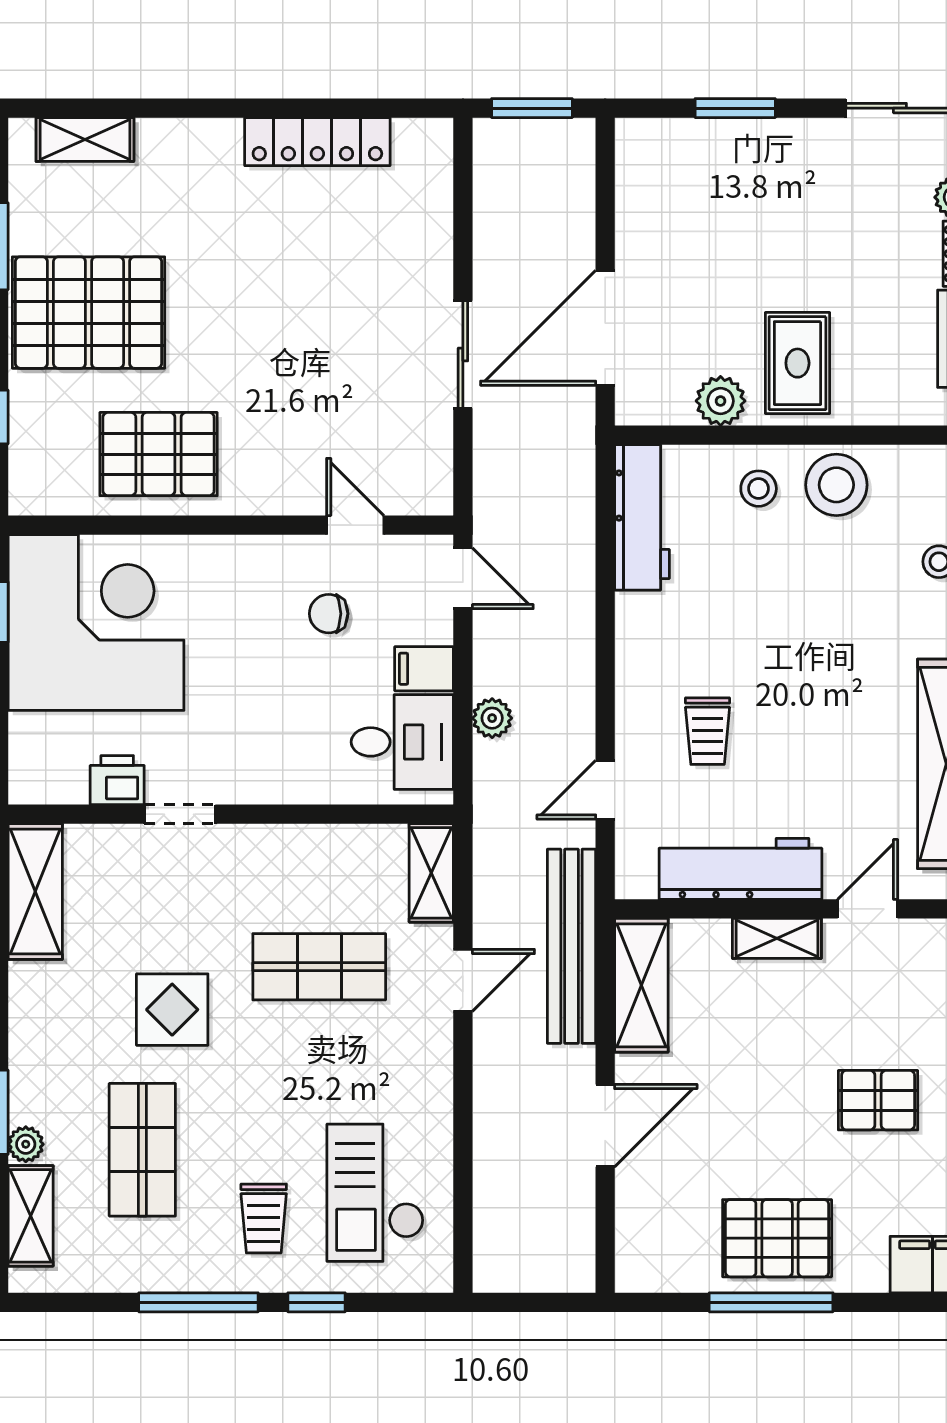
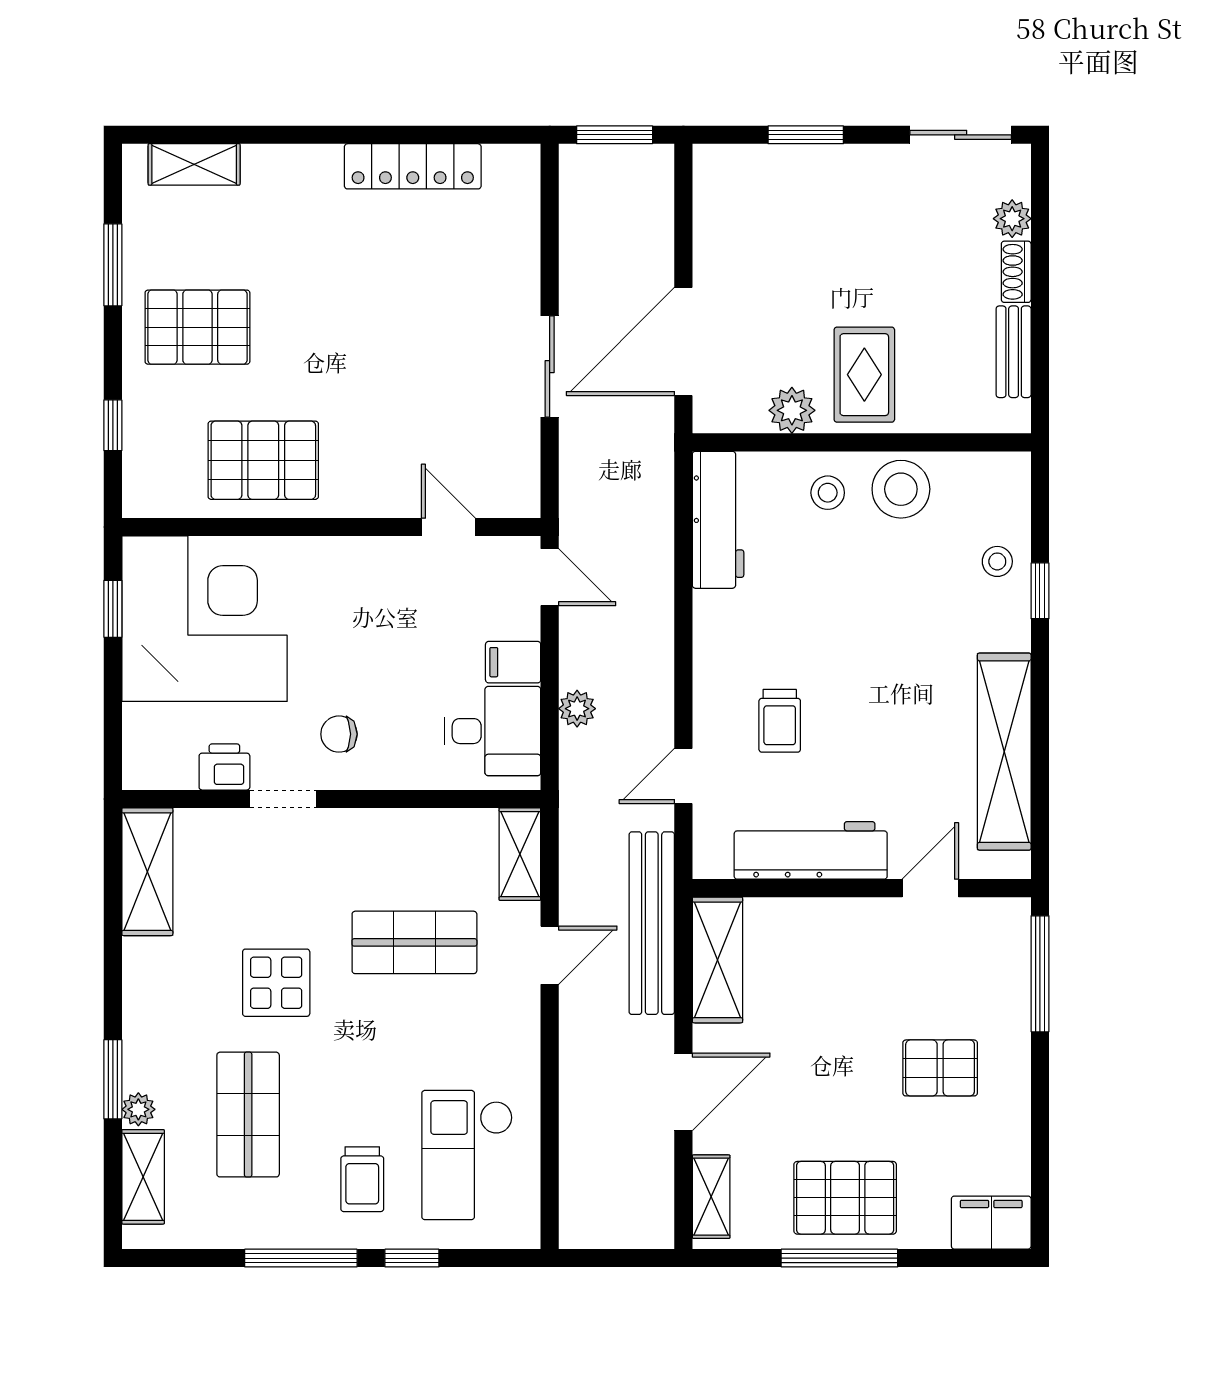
pallet: (89, 313) -> (197, 327), width x0.73, depth x0.71
chair: (329, 614) -> (339, 734), moved
shelving: (777, 938) -> (711, 1197), moved, turned 90

